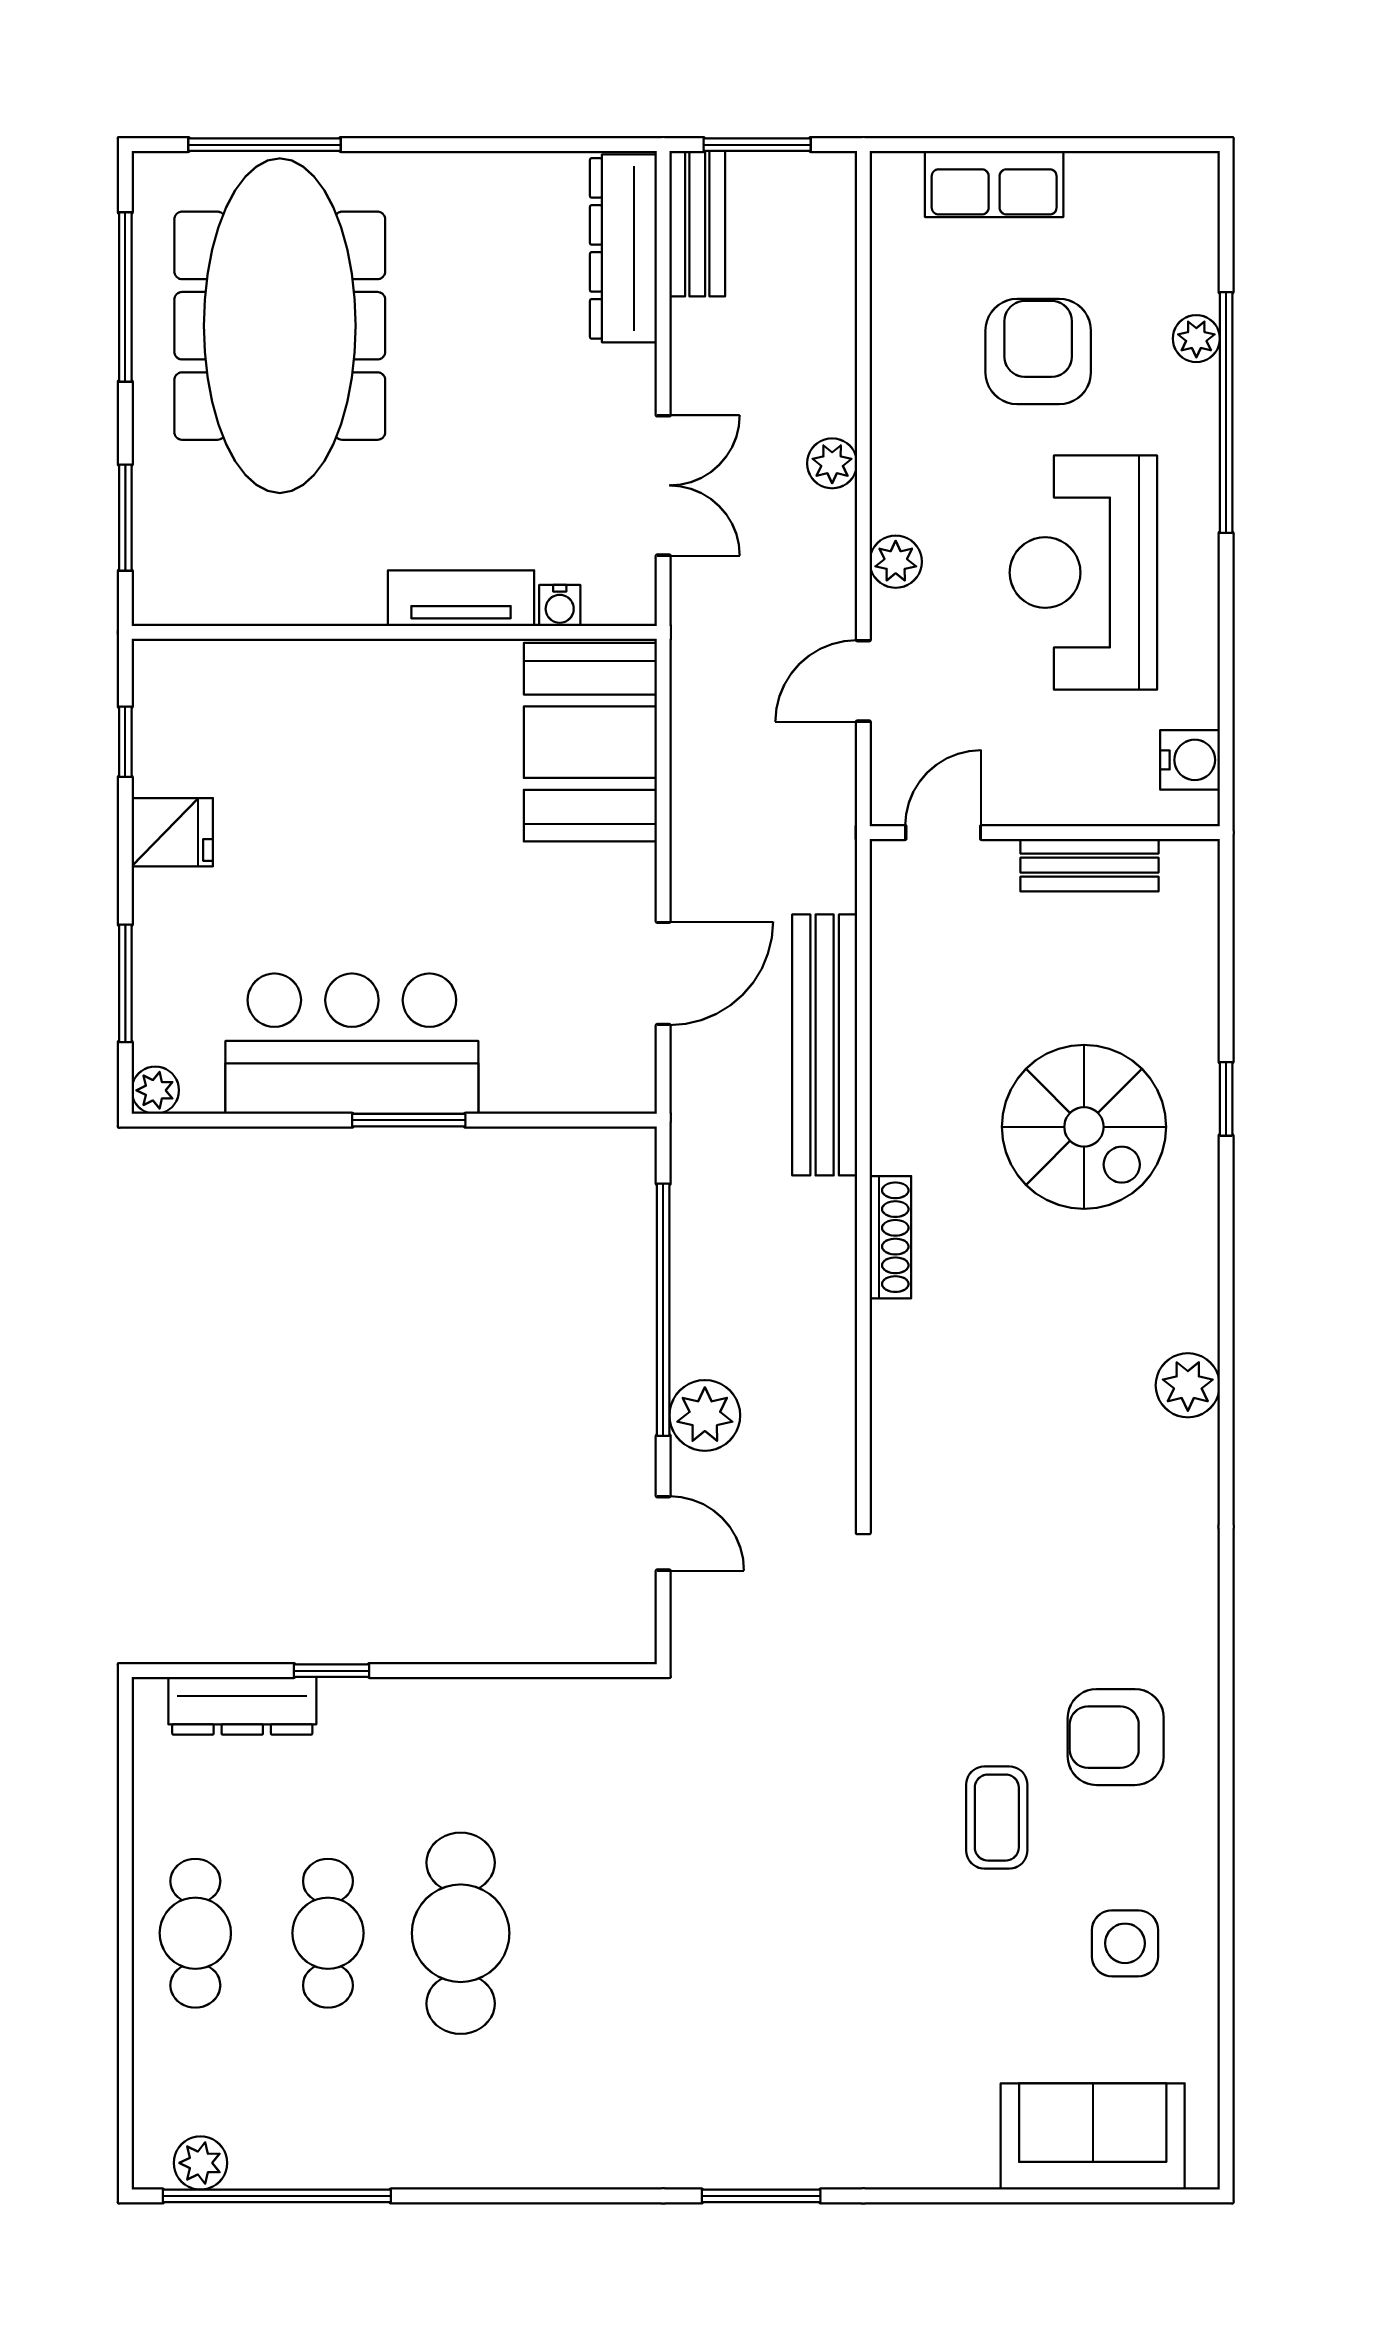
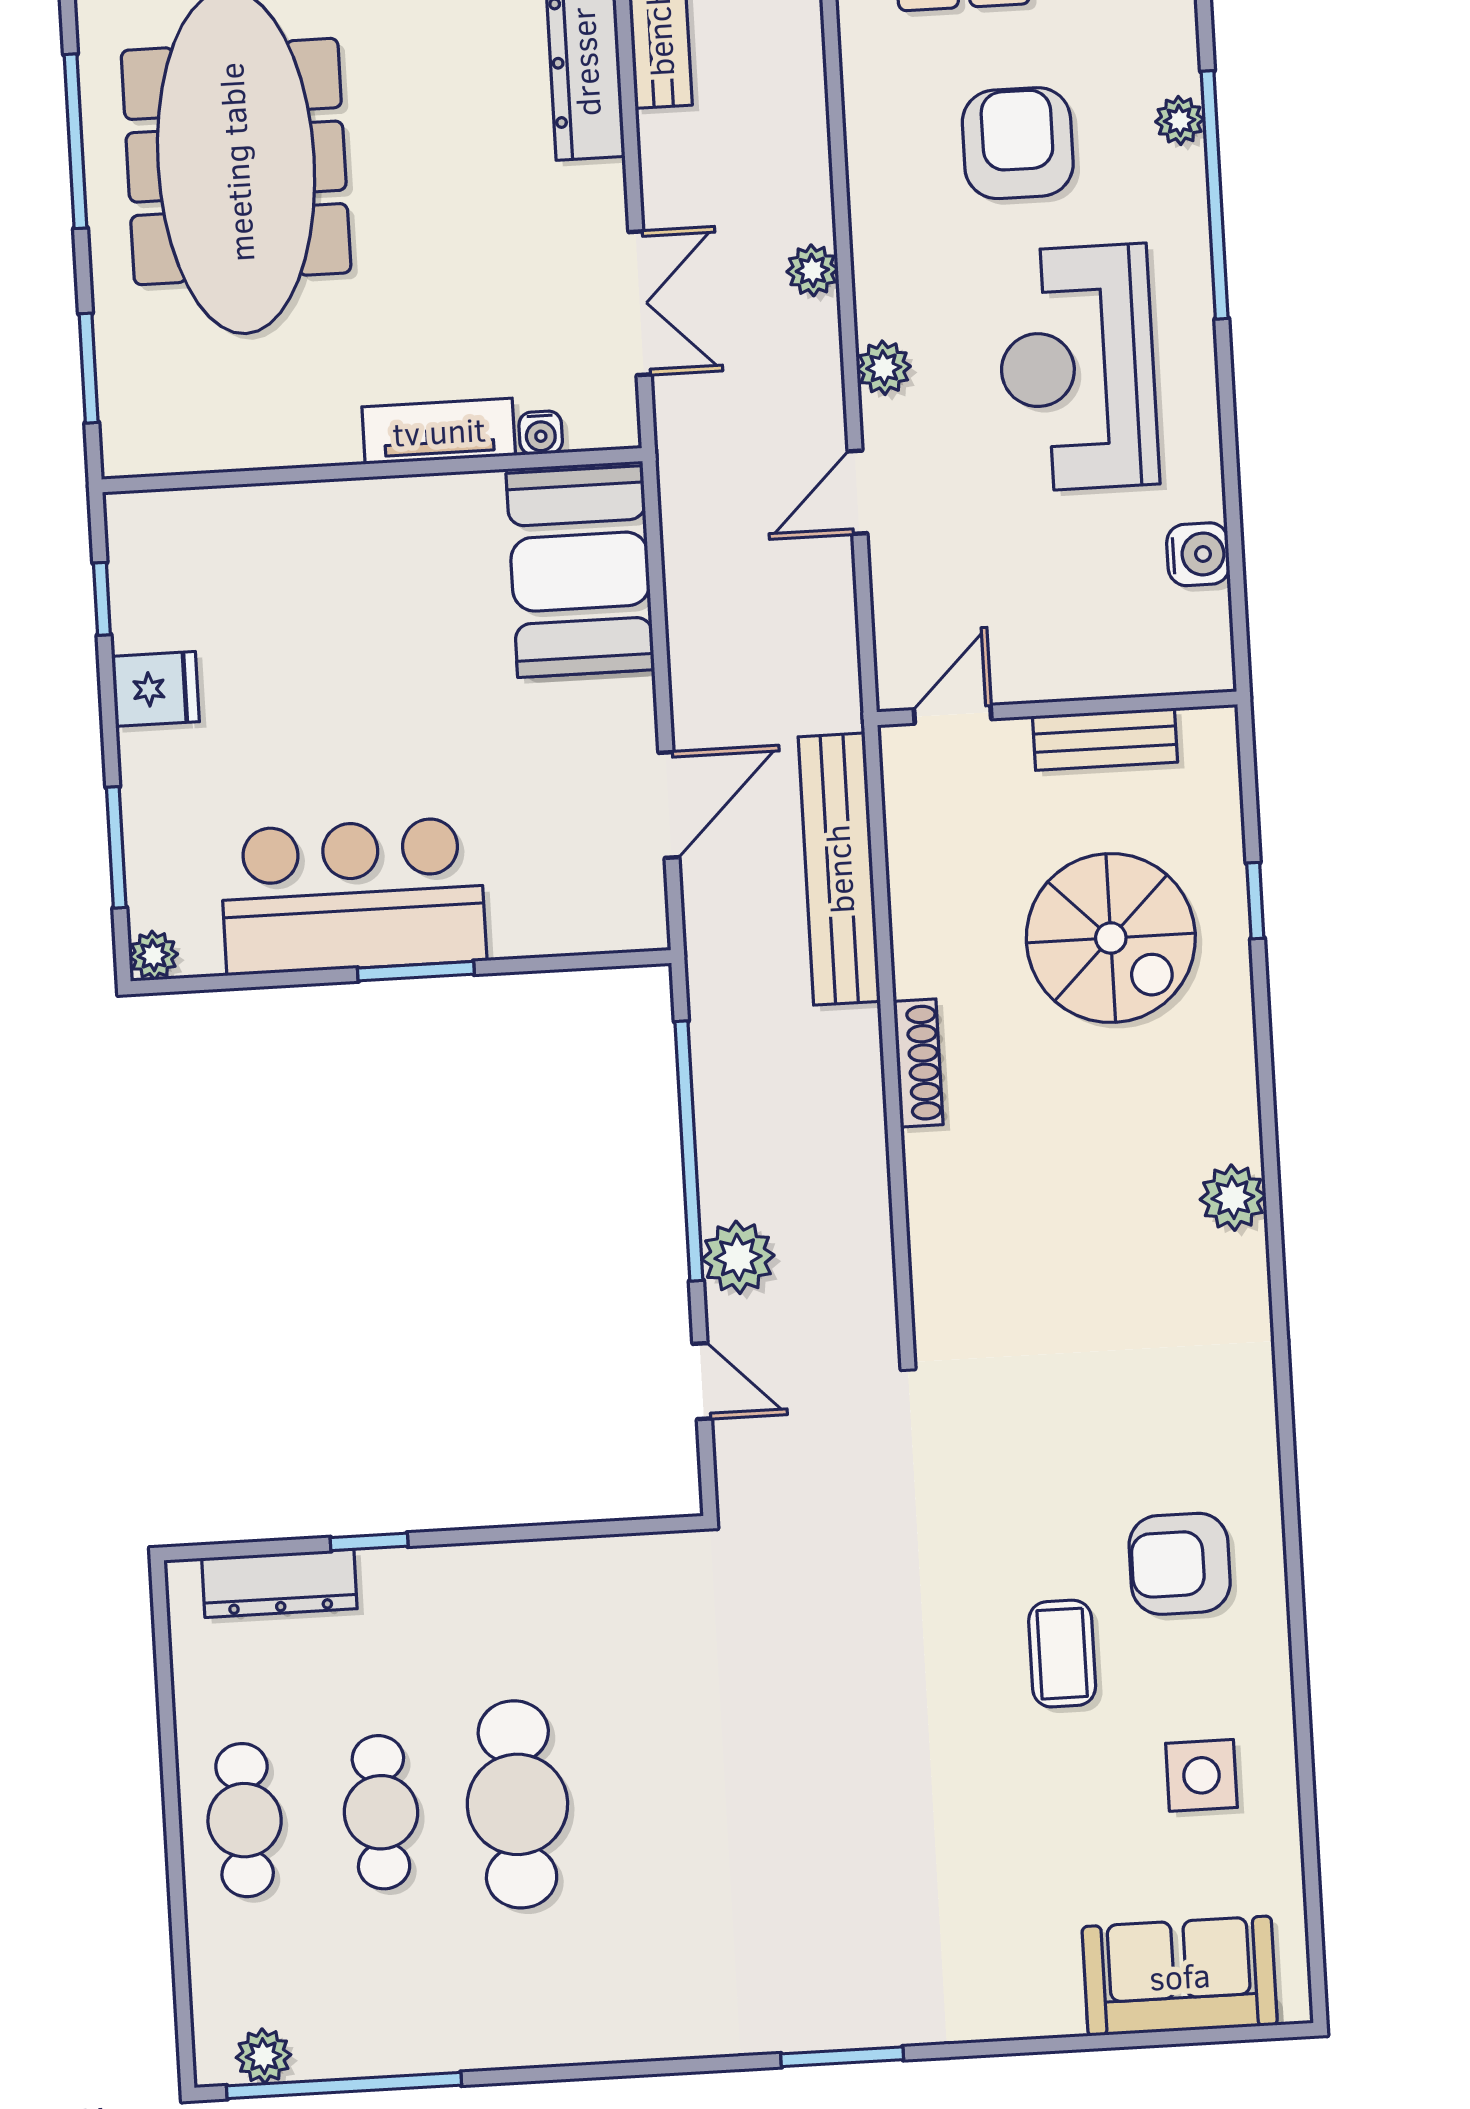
door: (943, 833) -> (953, 714), moved
wall: (1045, 833) -> (1057, 708), moved
bench: (1089, 865) -> (1105, 739), moved

